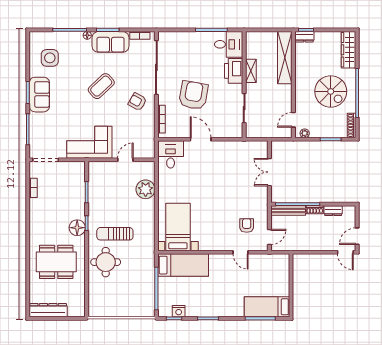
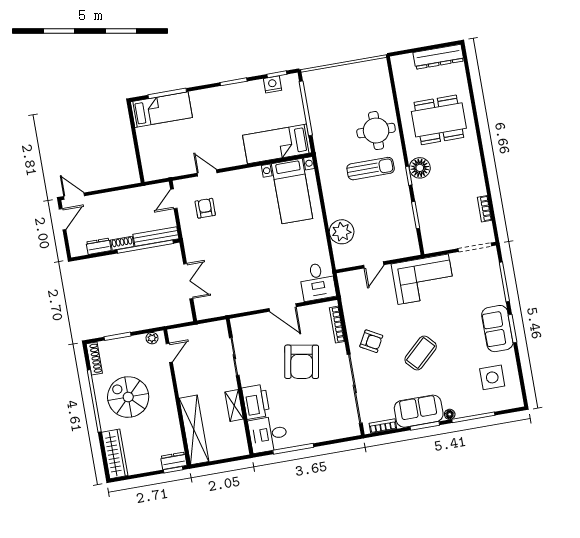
armchair: (247, 226) -> (205, 208), turned 180

